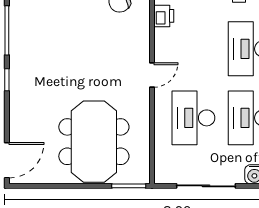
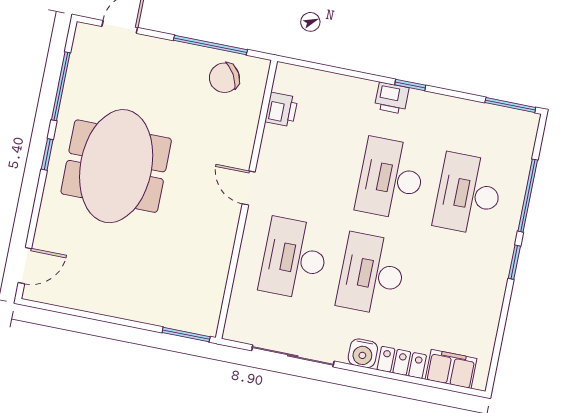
door: (152, 75) -> (249, 188), swing flipped
meeting table: (94, 142) -> (116, 166), moved
door: (7, 160) -> (25, 266), width x0.73

